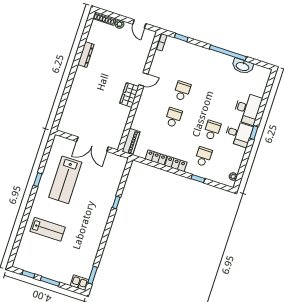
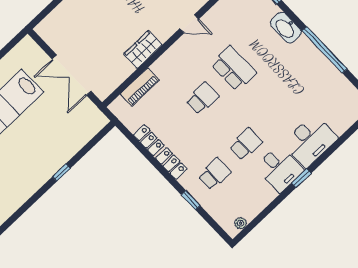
washbasin: (243, 66) -> (286, 28), moved
school desk: (182, 91) -> (234, 68), width x1.85
wardrobe: (129, 95) -> (143, 49), moved
piano: (131, 142) -> (140, 87), moved

